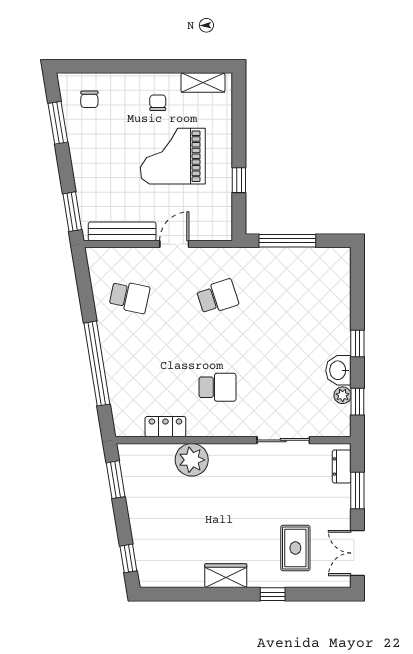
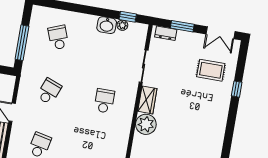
school desk: (218, 297) -> (49, 91), turned 39
school desk: (306, 297) -> (58, 37), added
window: (357, 344) -> (92, 11), removed
locker: (165, 427) -> (123, 137), removed
wardrobe: (226, 576) -> (147, 100), moved, turned 180

